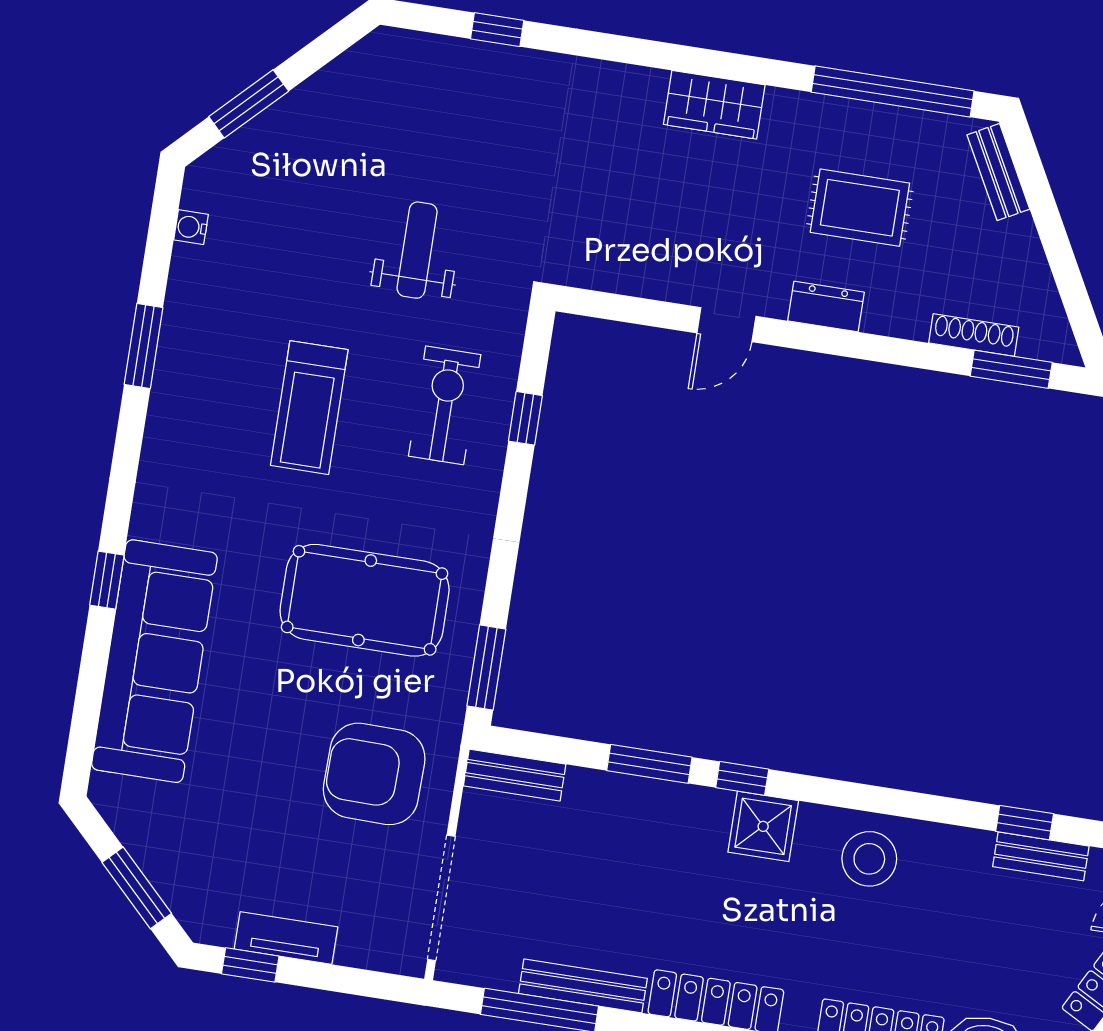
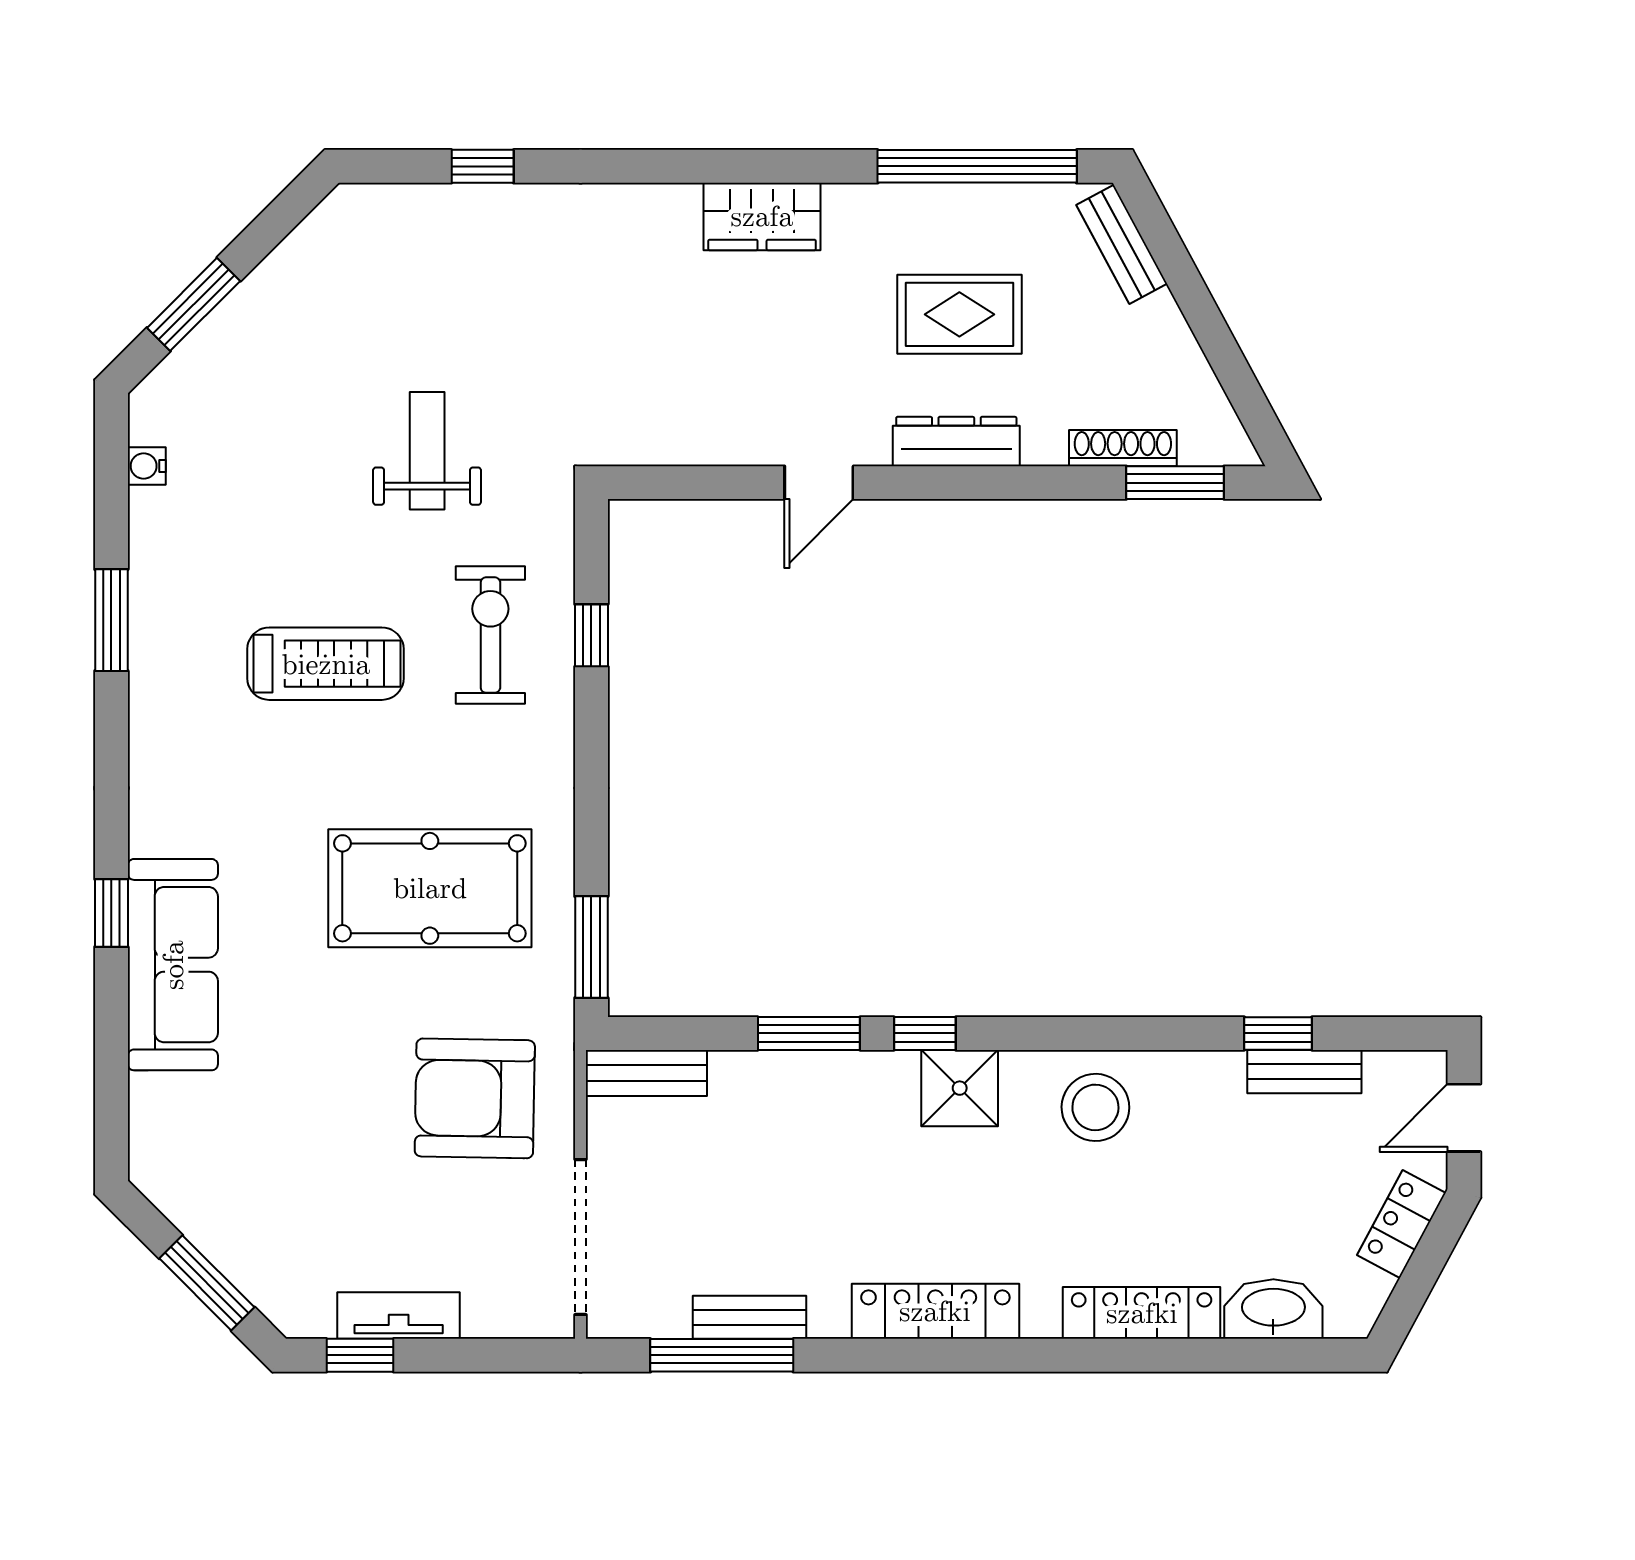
dresser: (826, 307) -> (956, 441), width x1.44
treadmill: (309, 408) -> (326, 664), turned -90
sofa: (154, 661) -> (173, 965), width x0.74, depth x0.79
bench: (583, 986) -> (750, 1317), width x0.73

